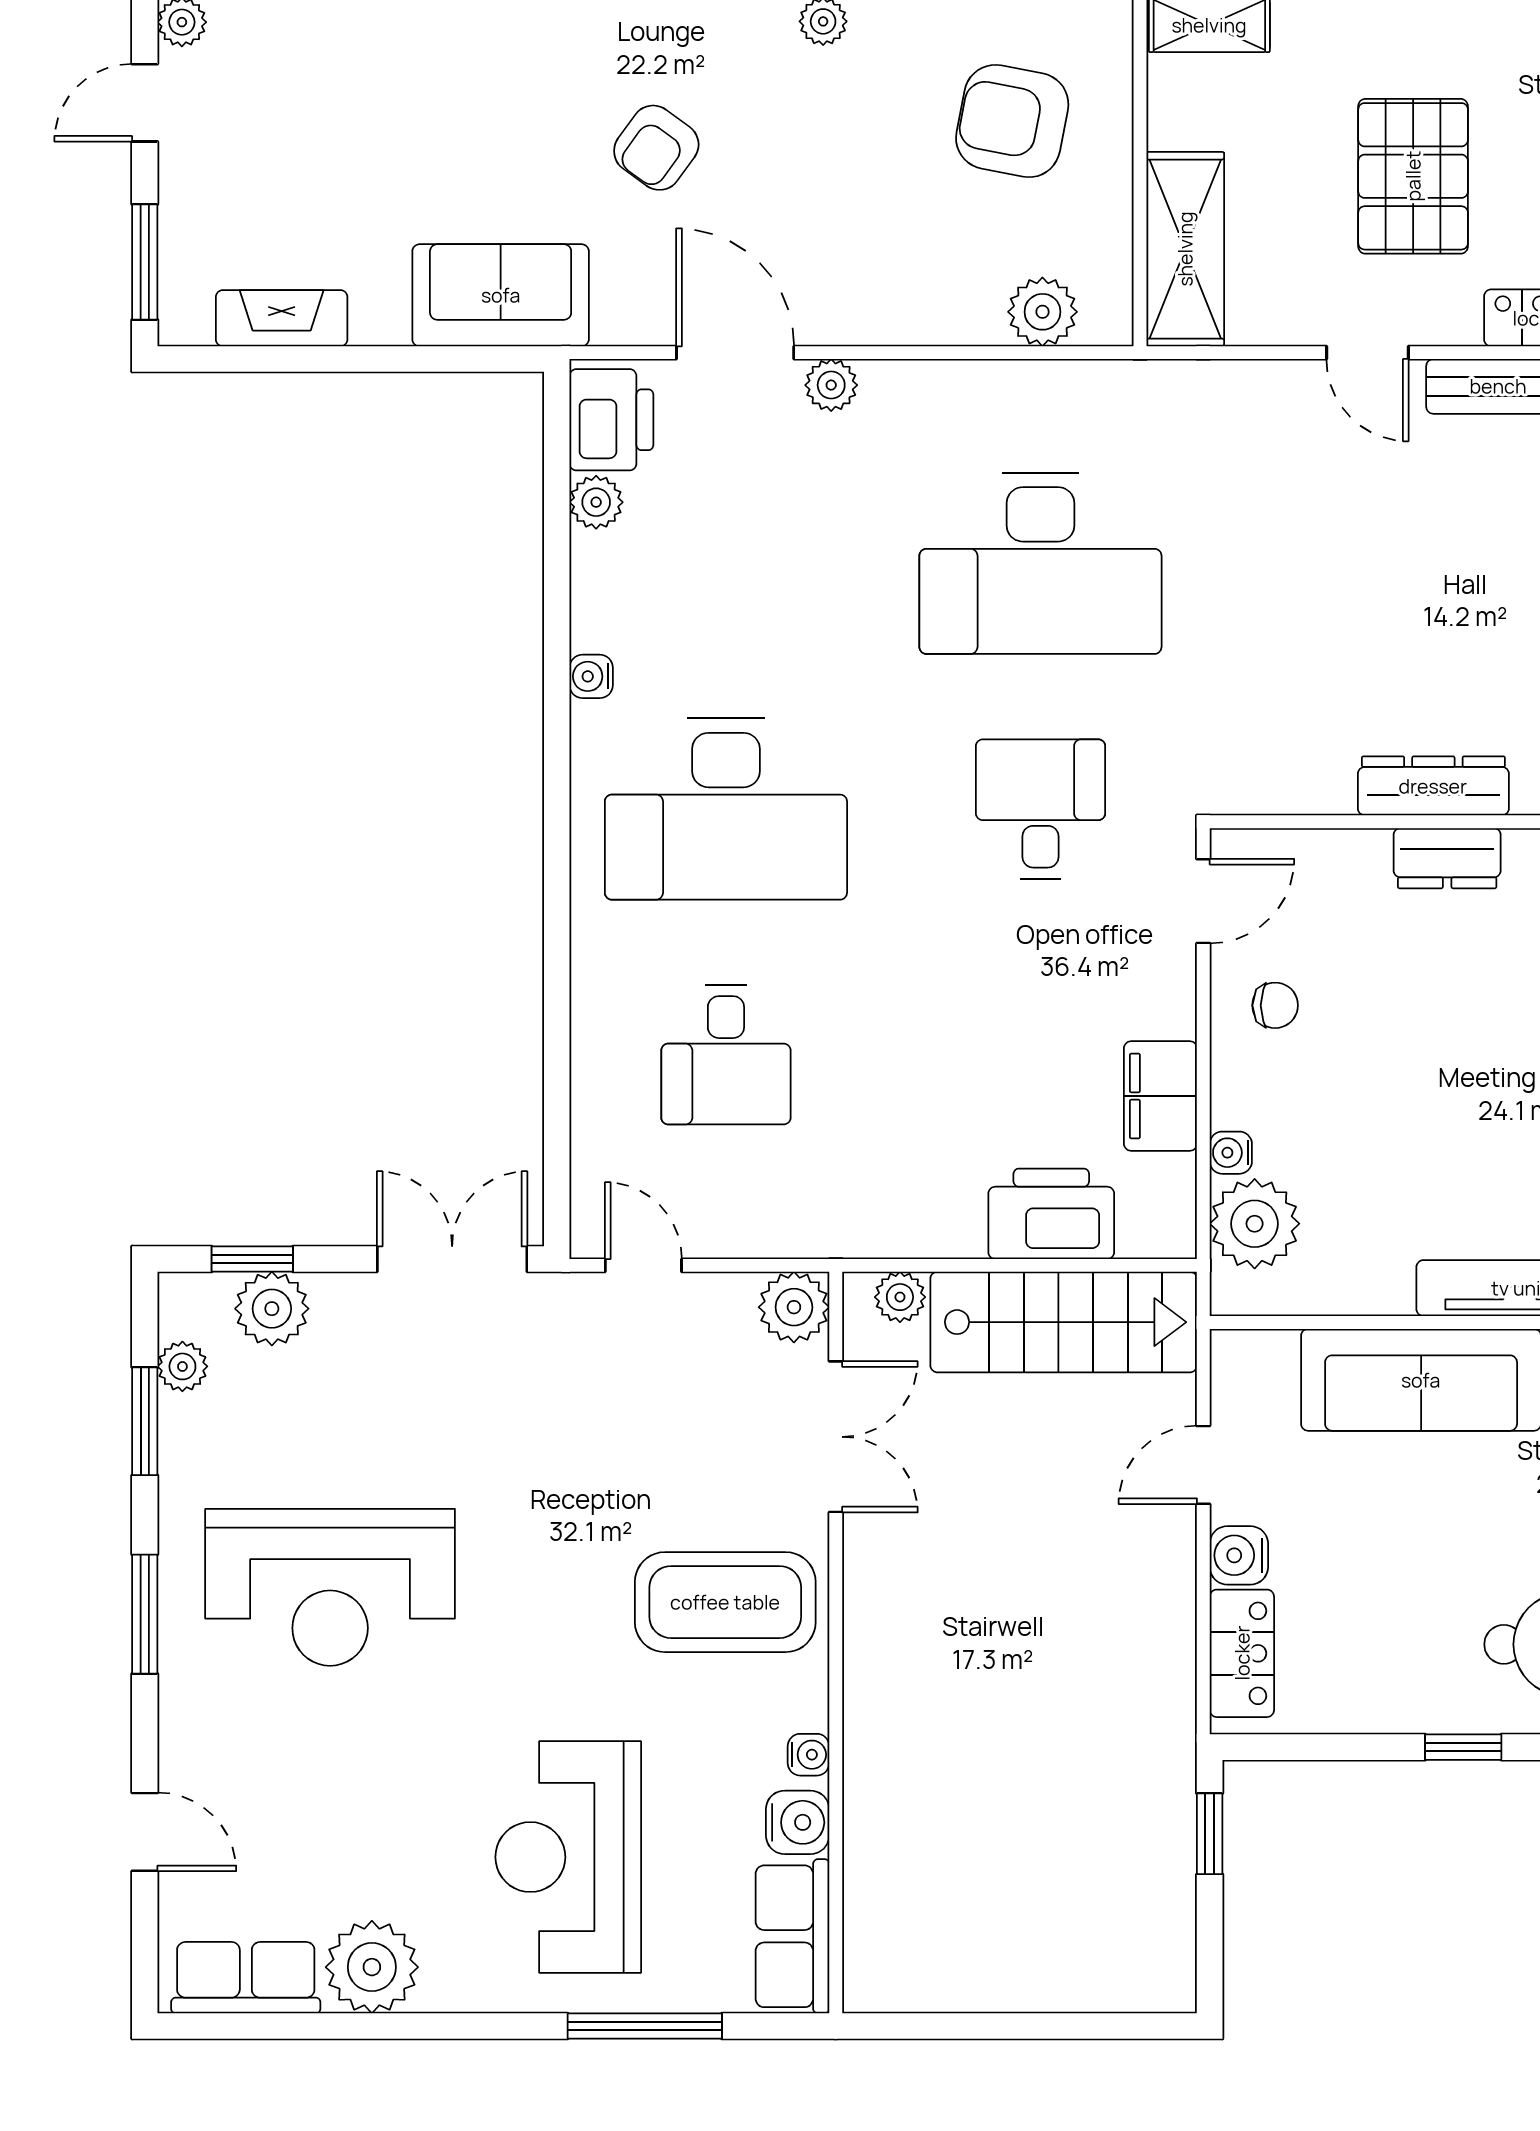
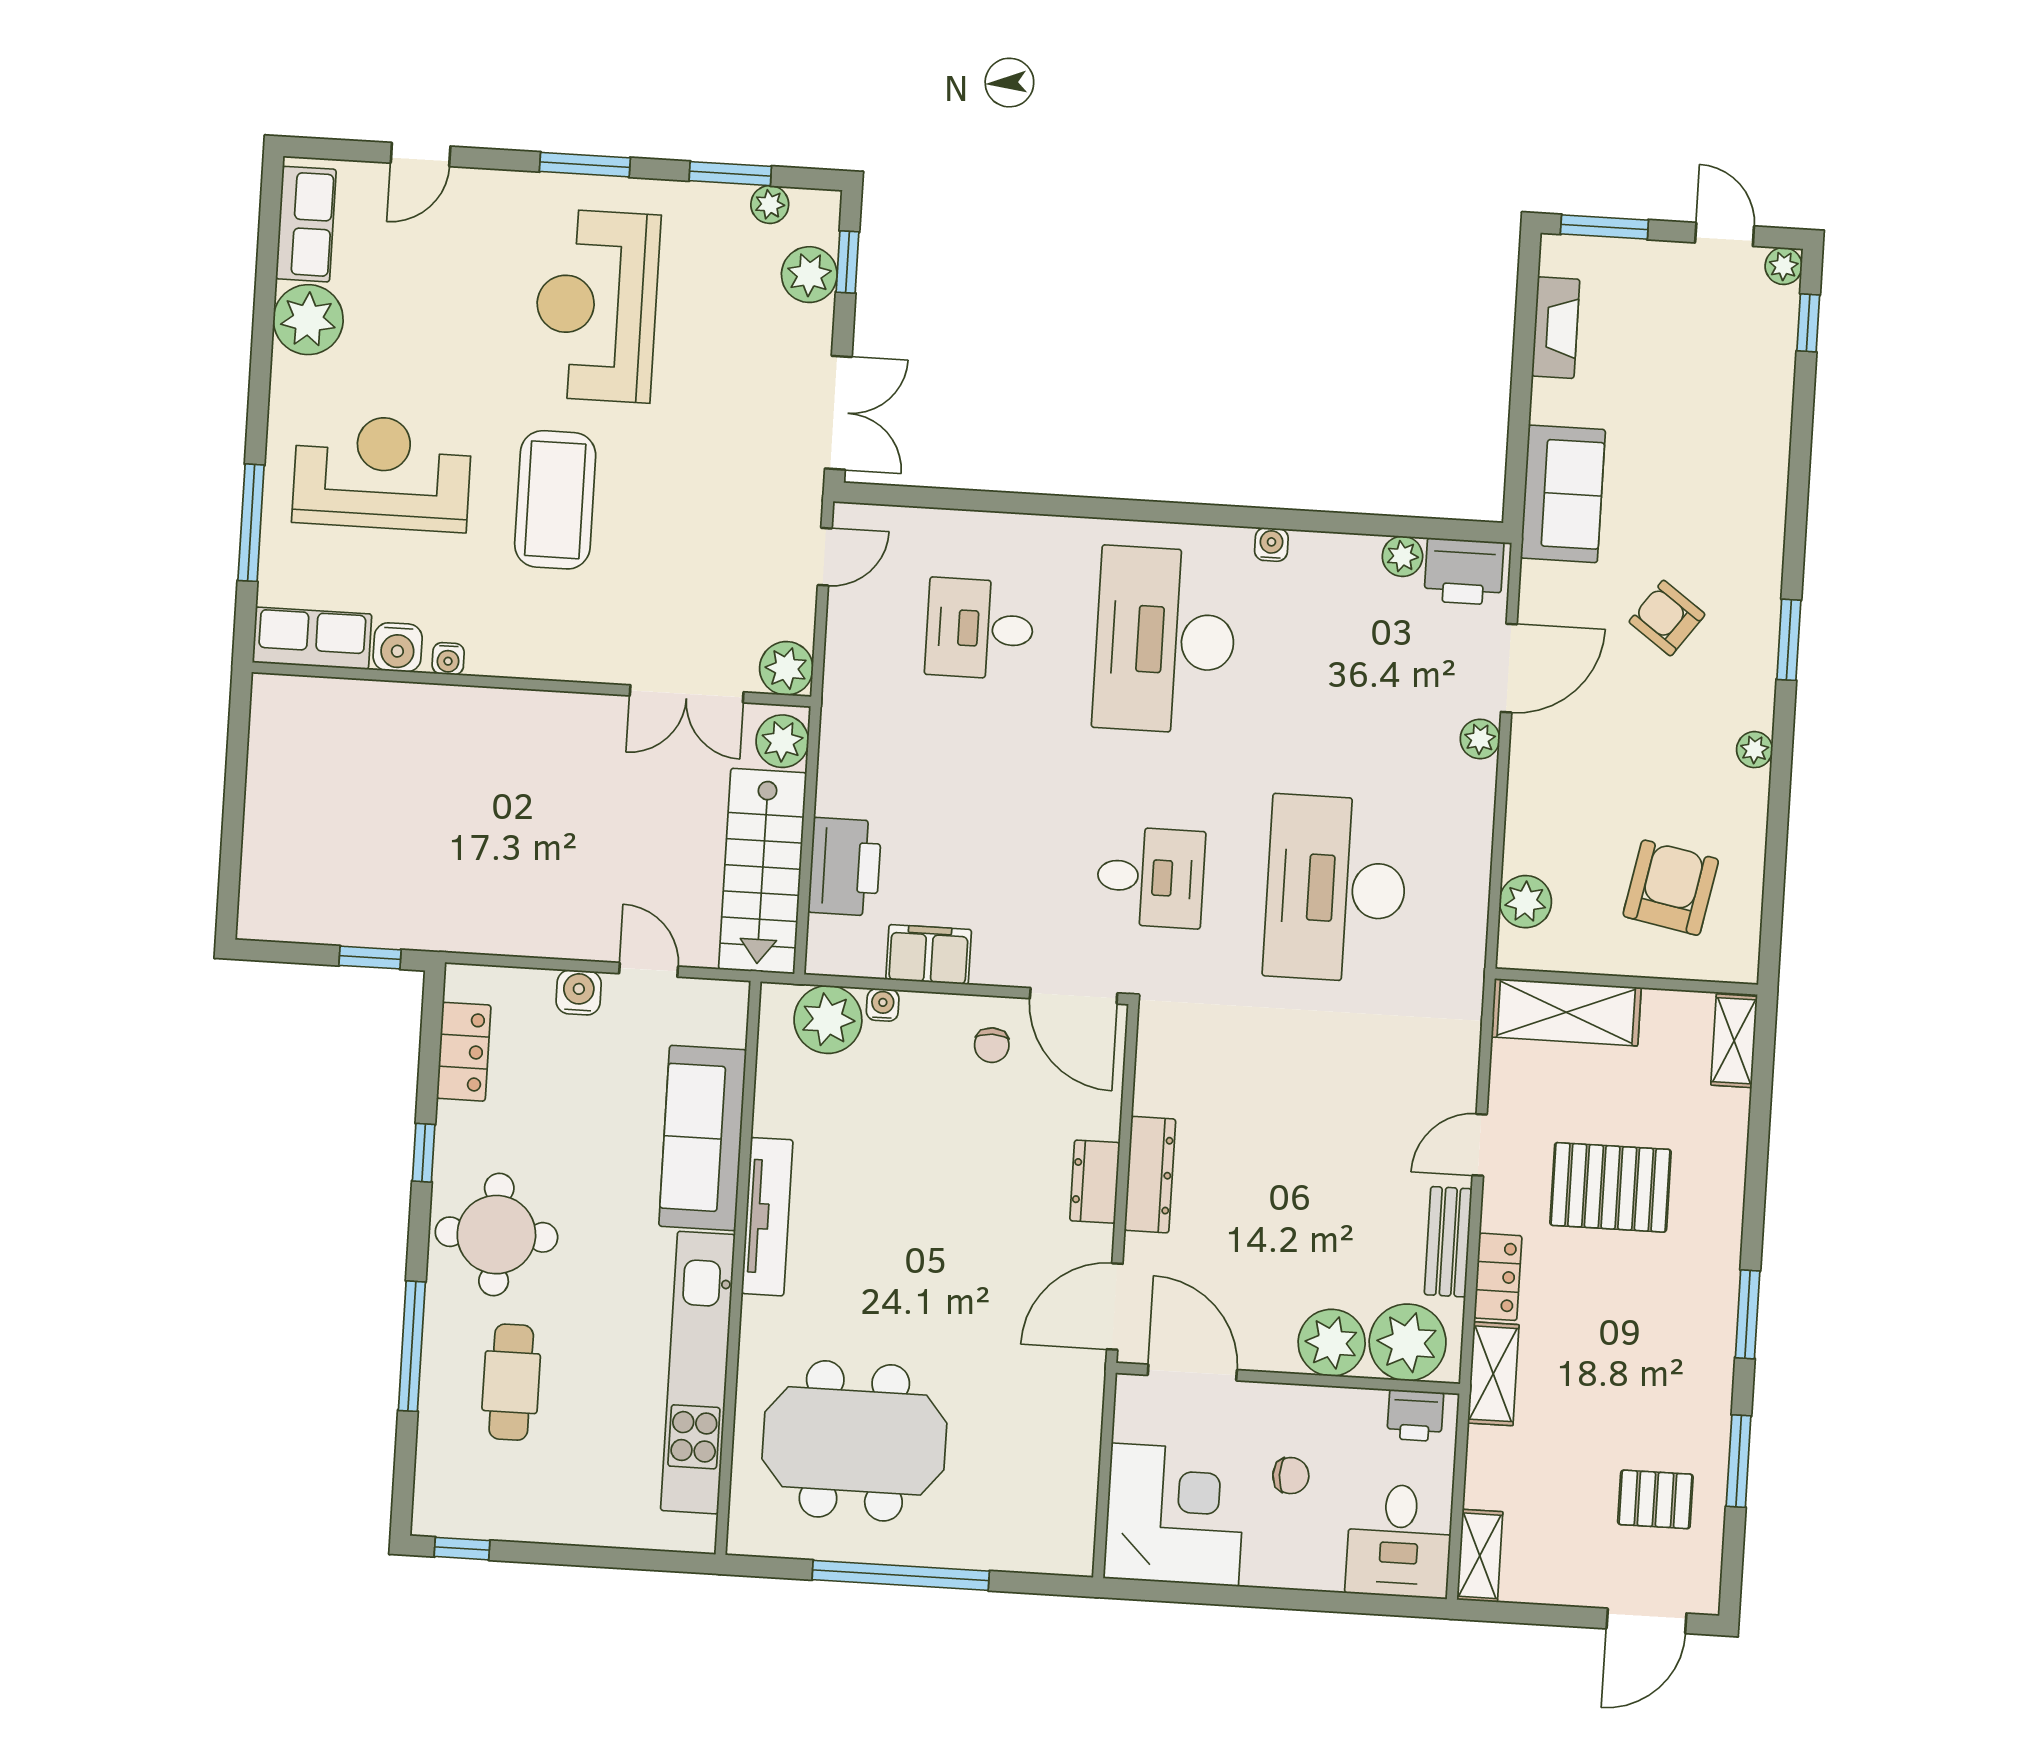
door: (1203, 901) -> (1074, 996), width x1.38
plant: (900, 1297) -> (782, 741), width x1.38, depth x1.38
coffee table: (725, 1602) -> (555, 500), moved
locker: (1242, 1653) -> (464, 1052), moved, turned -90

